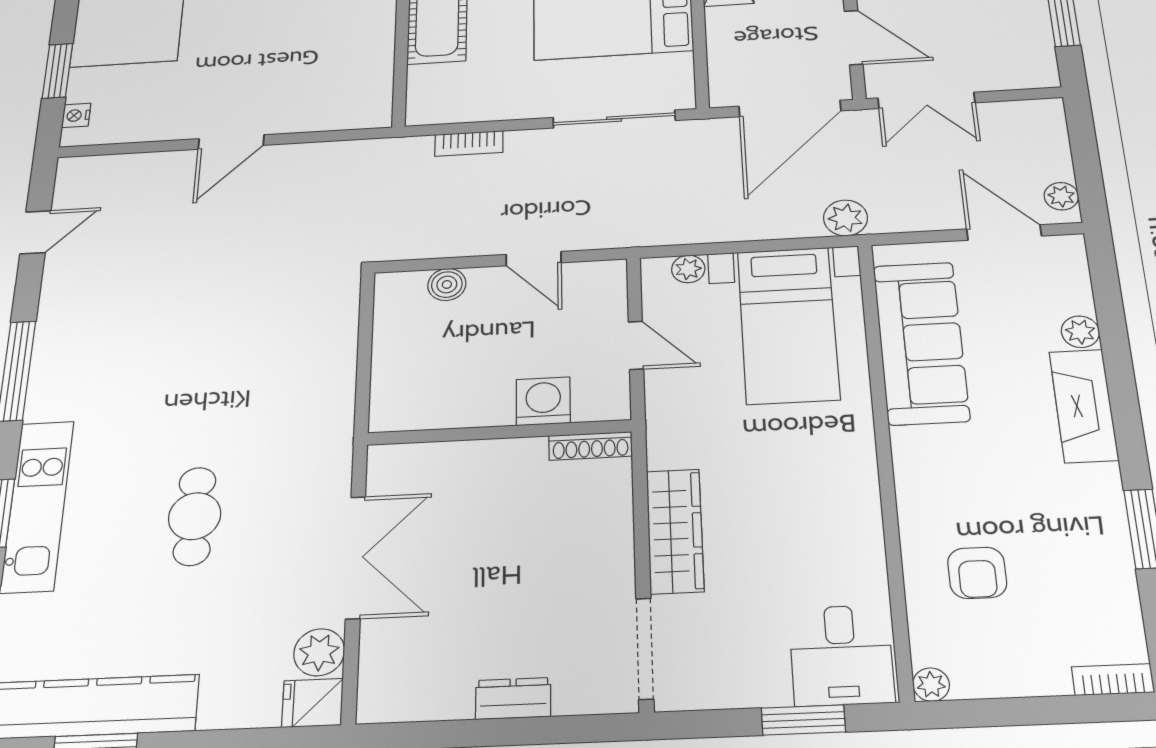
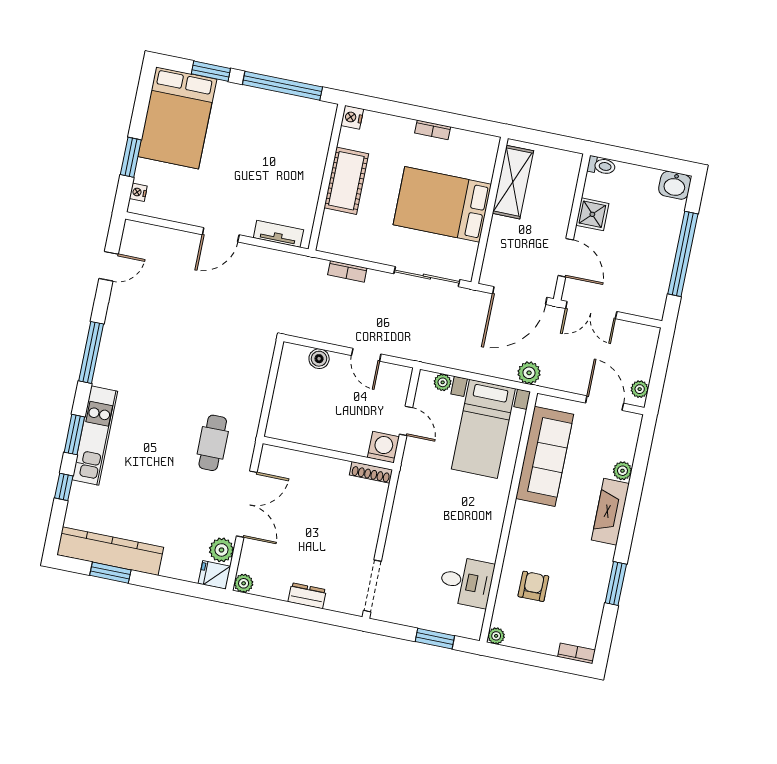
tv unit: (334, 118) -> (278, 234), added
washing machine: (543, 401) -> (383, 447), moved
cafe table: (195, 516) -> (213, 443), moved
wardrobe: (675, 531) -> (401, 529), removed
armchair: (977, 573) -> (533, 586), turned 180
desk: (841, 655) -> (466, 582), moved, turned -90
plant: (376, 705) -> (244, 583), added

